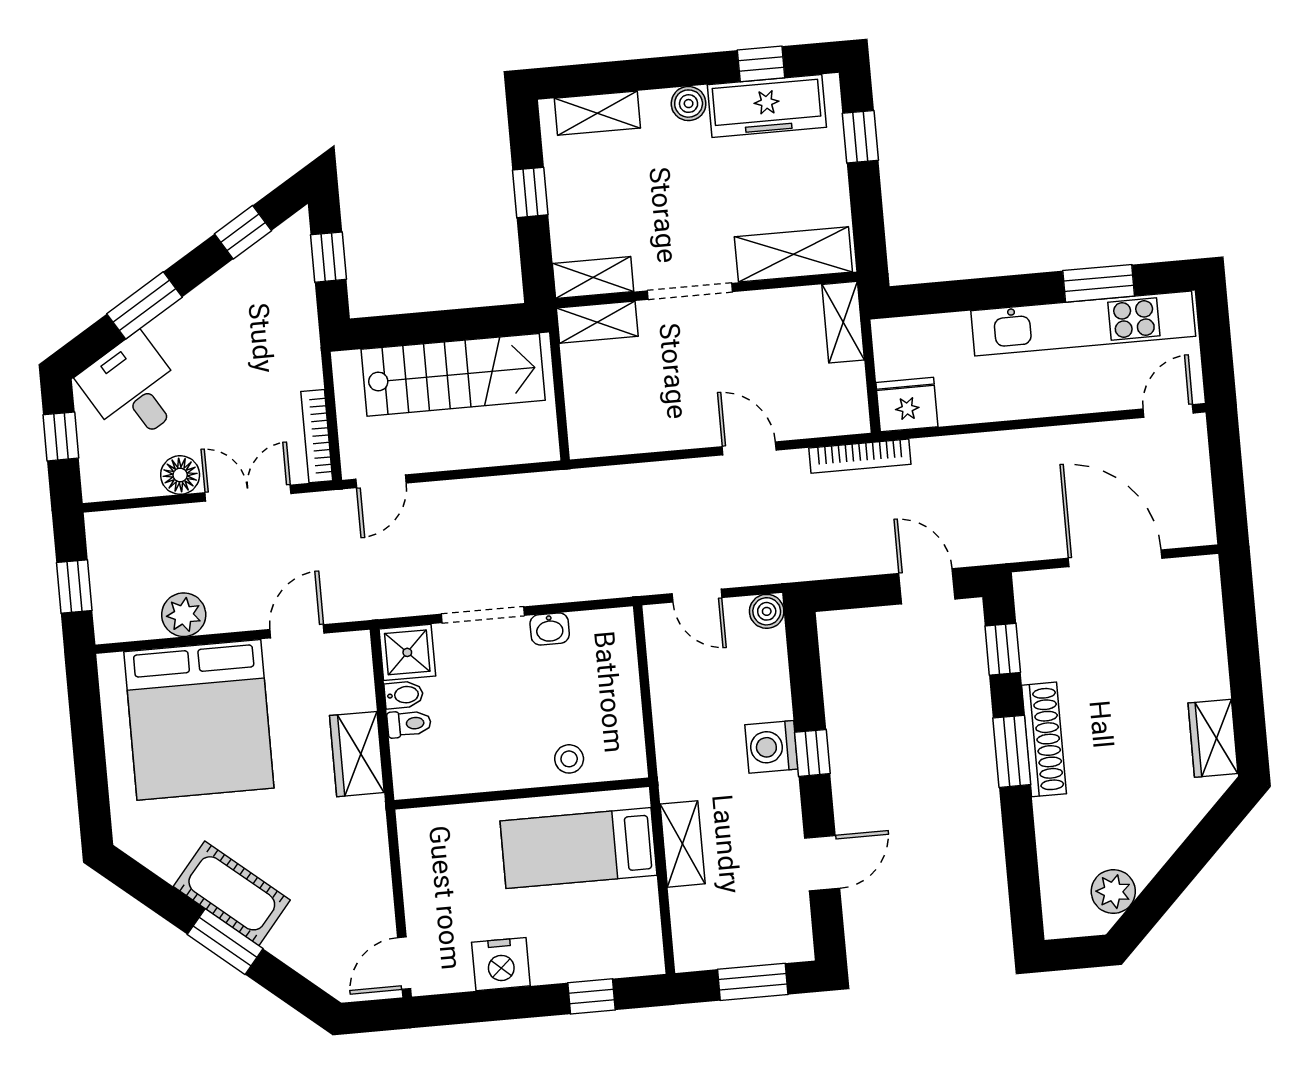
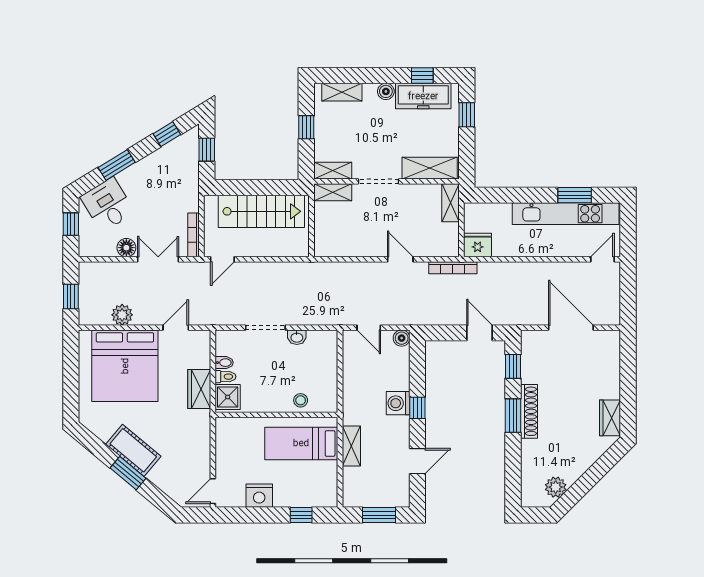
shower: (407, 652) -> (228, 397), moved

